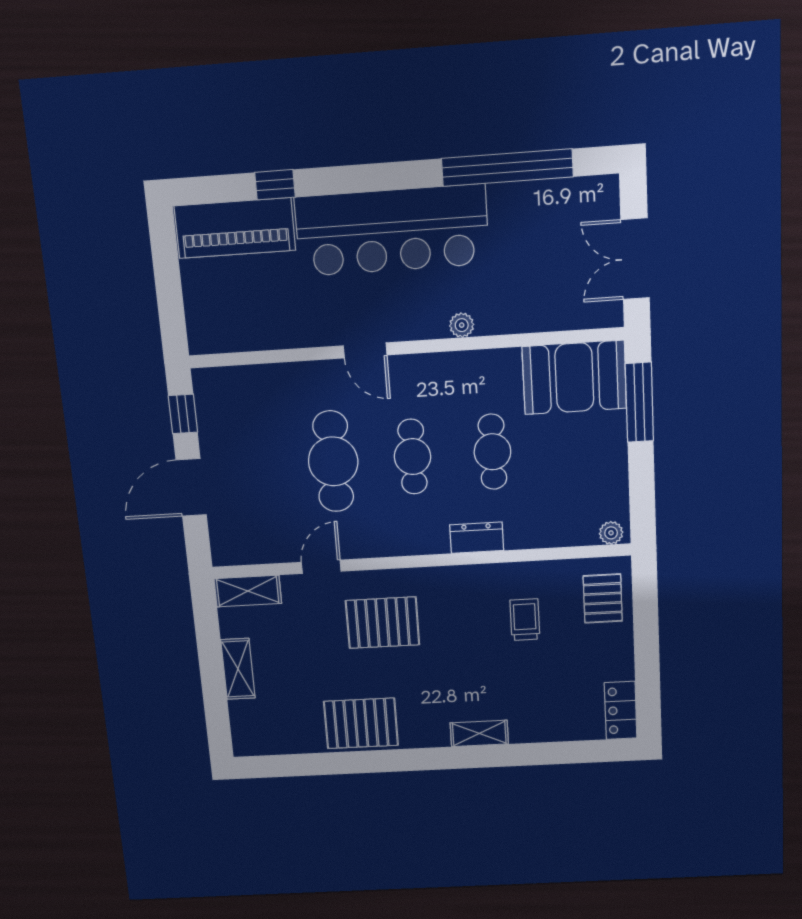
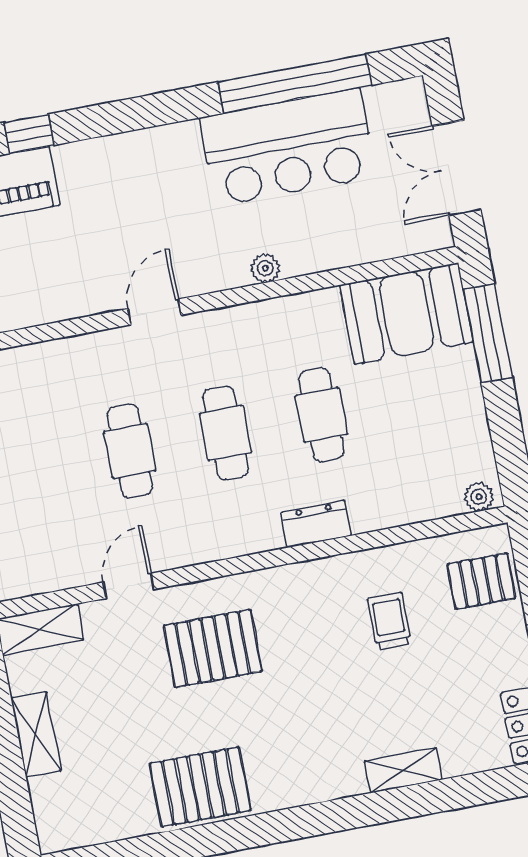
bar counter: (392, 230) -> (288, 147), moved, width x0.73
door: (365, 350) -> (154, 312), swing flipped
cafe table: (333, 461) -> (130, 451), width x0.73, depth x0.74
pallet: (603, 598) -> (481, 581), turned 90
shelving: (479, 733) -> (403, 770), moved

